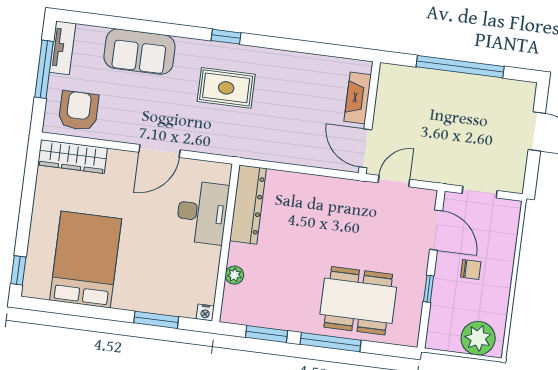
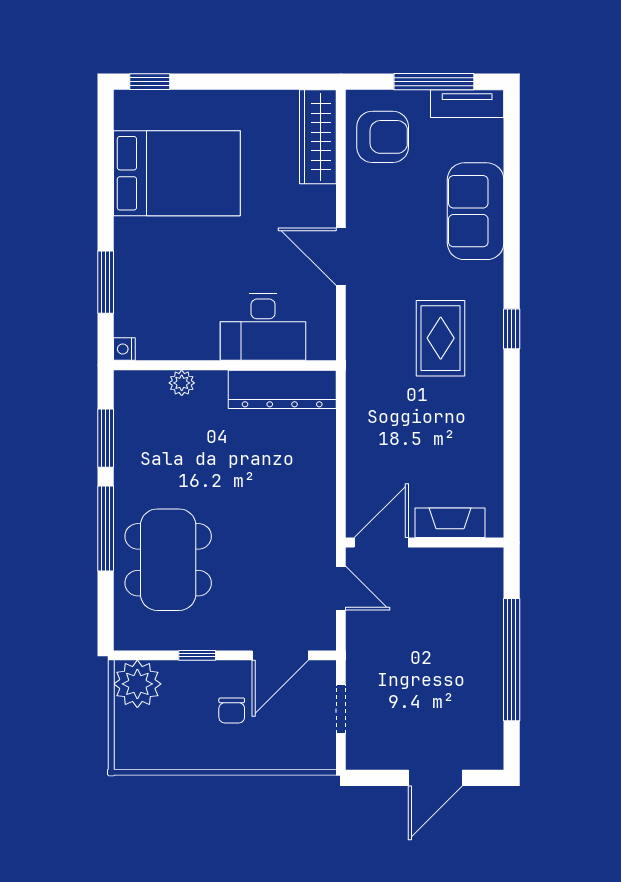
plant: (478, 338) -> (137, 684), moved

